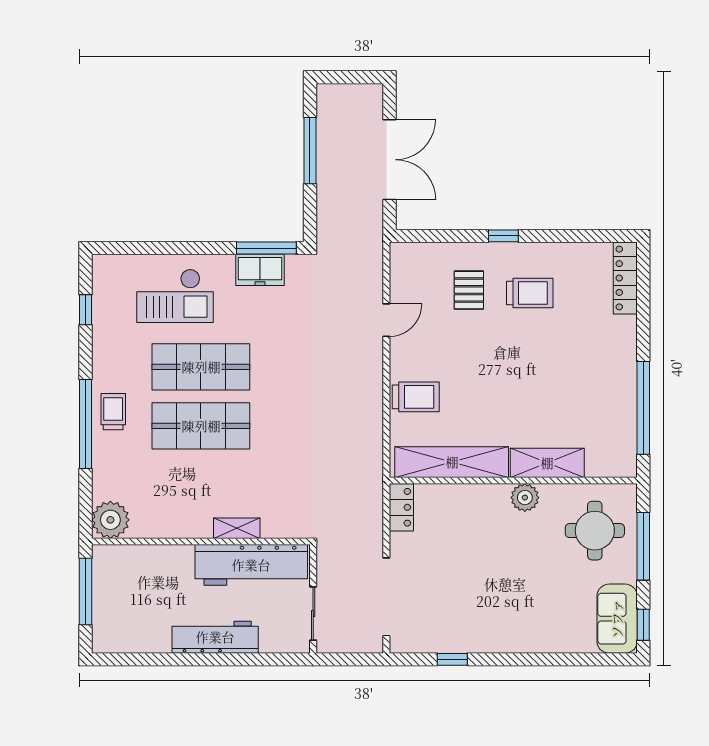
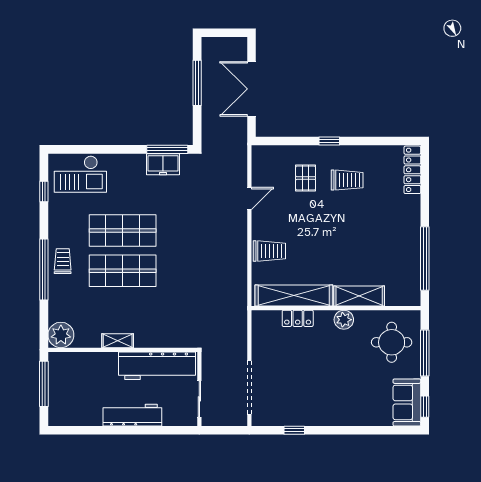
double door: (390, 160) -> (251, 89), swing flipped
checkout: (175, 296) -> (80, 174), moved
locker: (401, 507) -> (298, 318), moved, turned 90
shelving: (237, 528) -> (118, 341), moved

